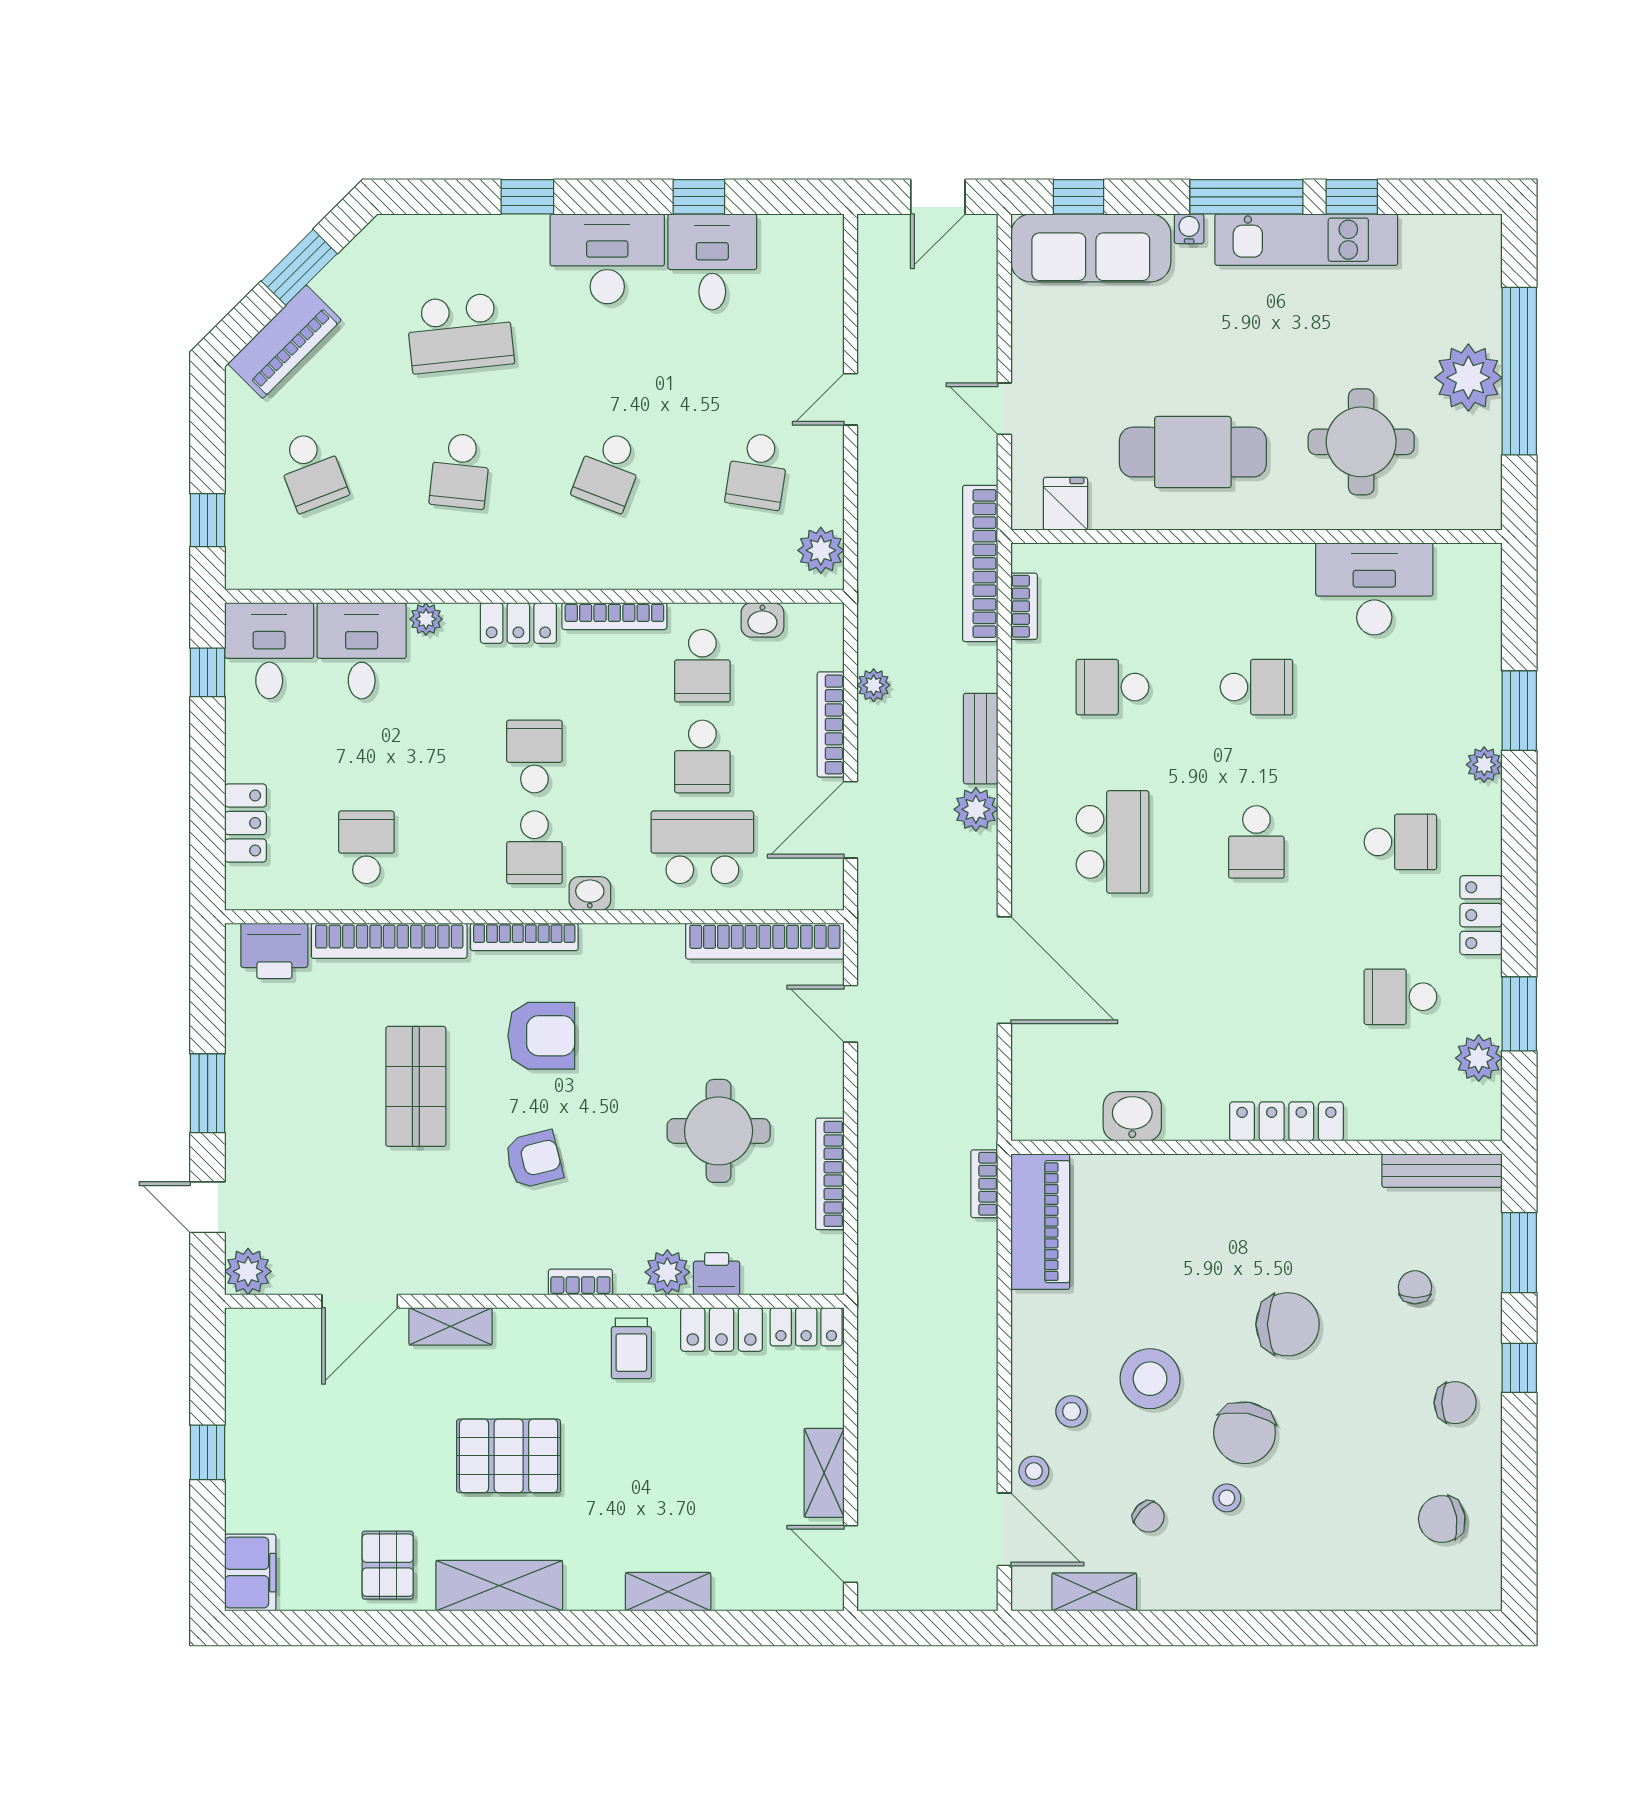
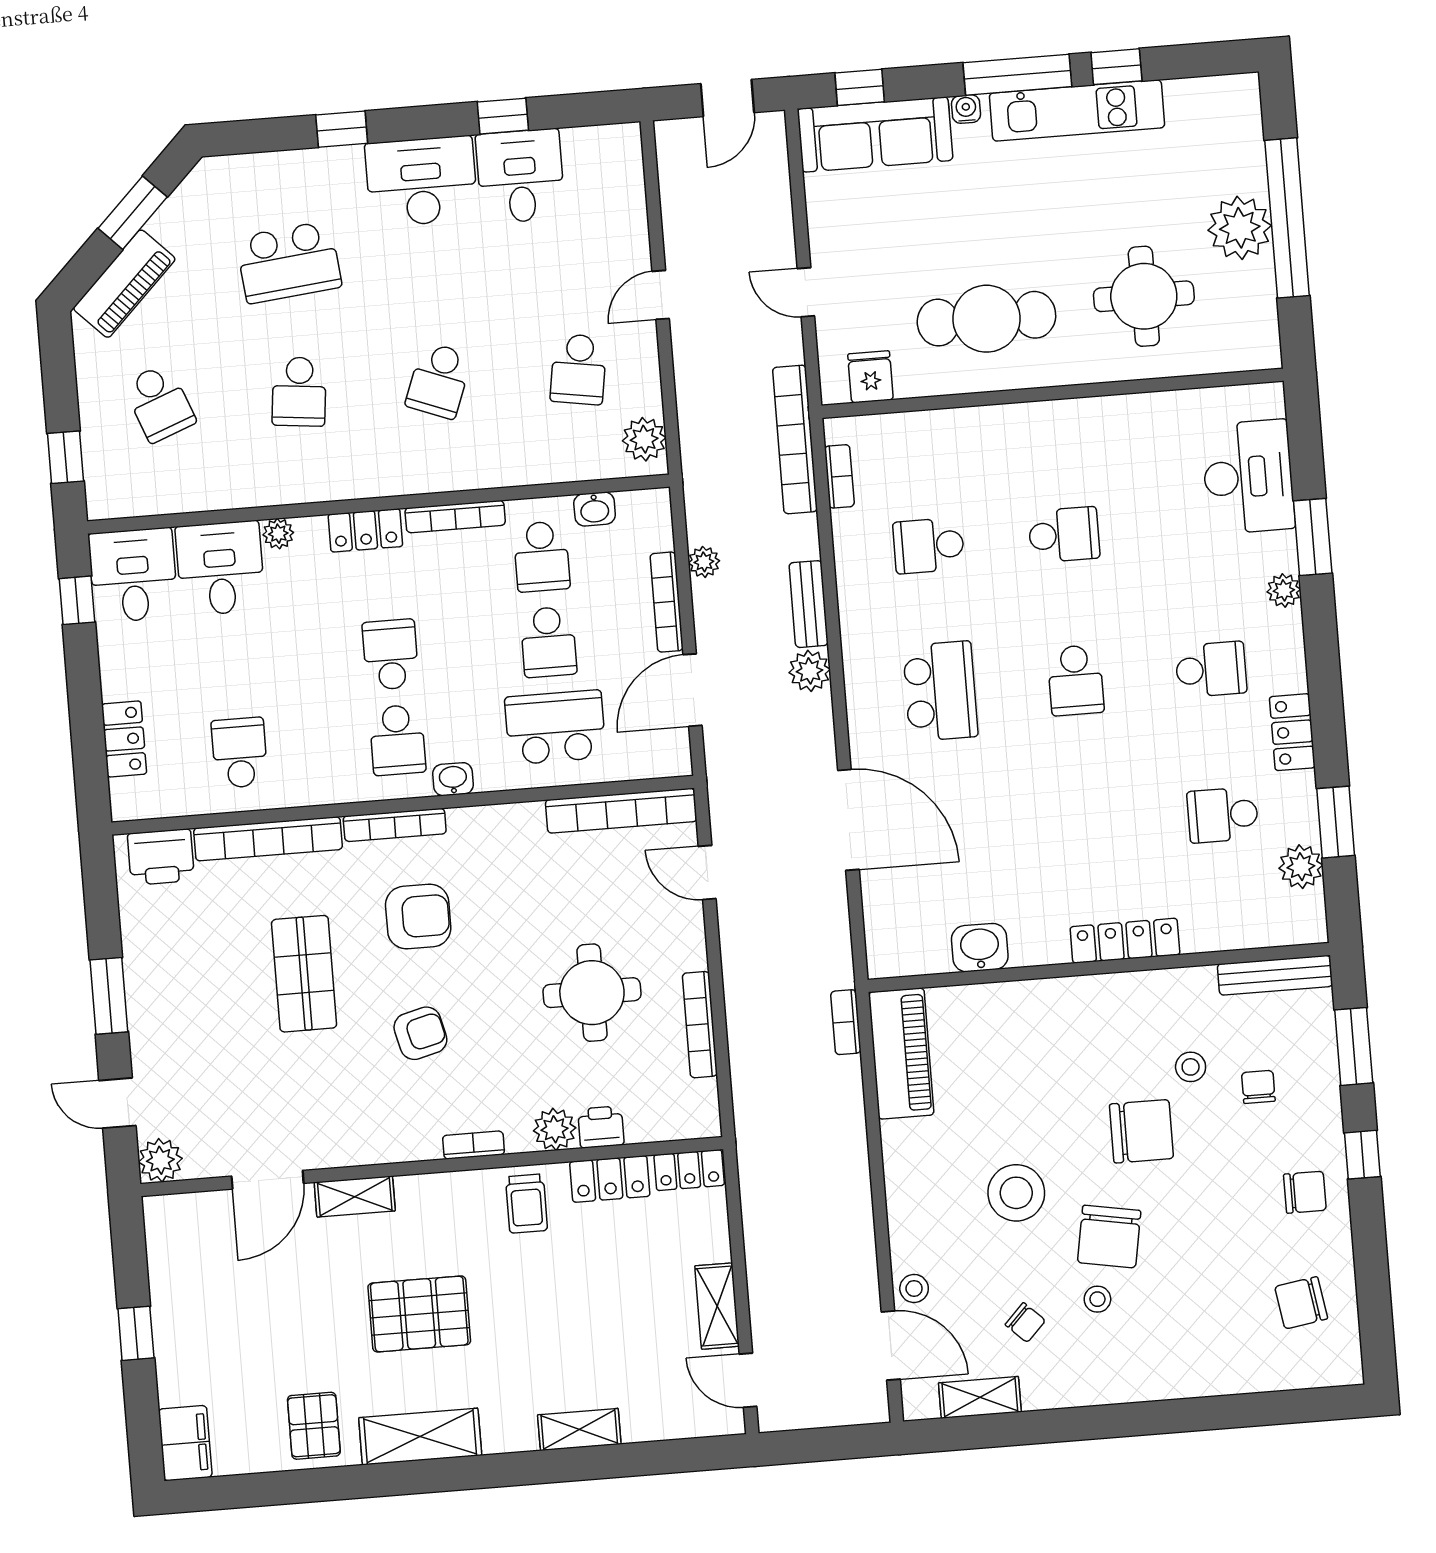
desk: (1374, 589) -> (1248, 477), moved, turned 90
stool: (1072, 1411) -> (1191, 1067), moved

